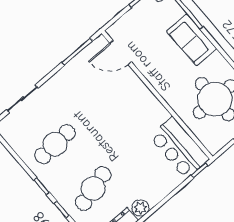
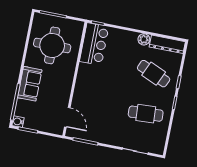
cafe table: (93, 188) -> (154, 74), turned 39

